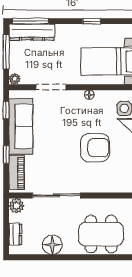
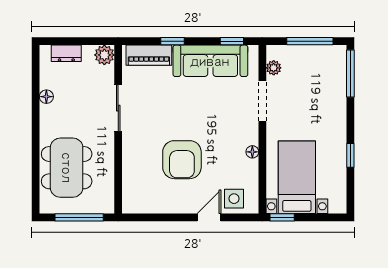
dresser: (32, 32) -> (336, 76), removed
plant: (15, 79) -> (274, 68), moved
sliding door: (56, 195) -> (118, 108), width x0.73
floor lamp: (52, 245) -> (46, 97), width x0.53, depth x0.53

